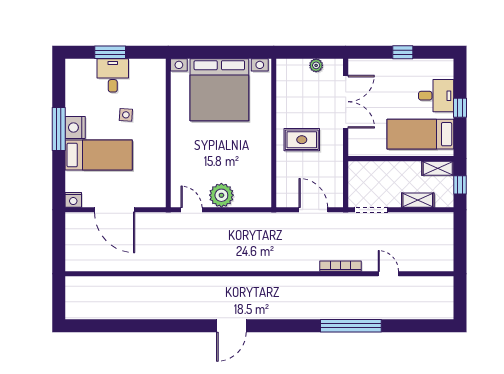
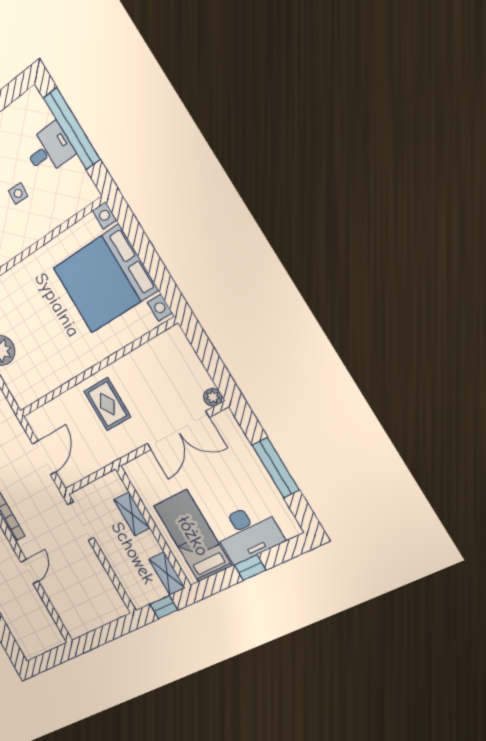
window: (110, 52) -> (72, 128), width x2.11
window: (403, 52) -> (275, 467), width x2.17
plant: (316, 65) -> (213, 397), moved
desk: (436, 96) -> (247, 533), width x1.37
shelving: (418, 200) -> (132, 514), moved

